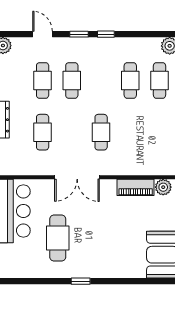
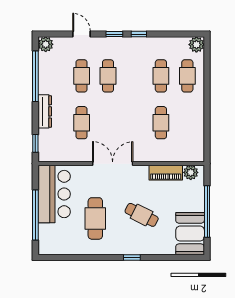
cafe table: (101, 132) -> (161, 123), moved
double door: (77, 177) -> (113, 164), swing flipped
cafe table: (109, 234) -> (142, 215), added
window: (81, 281) -> (132, 257), moved

